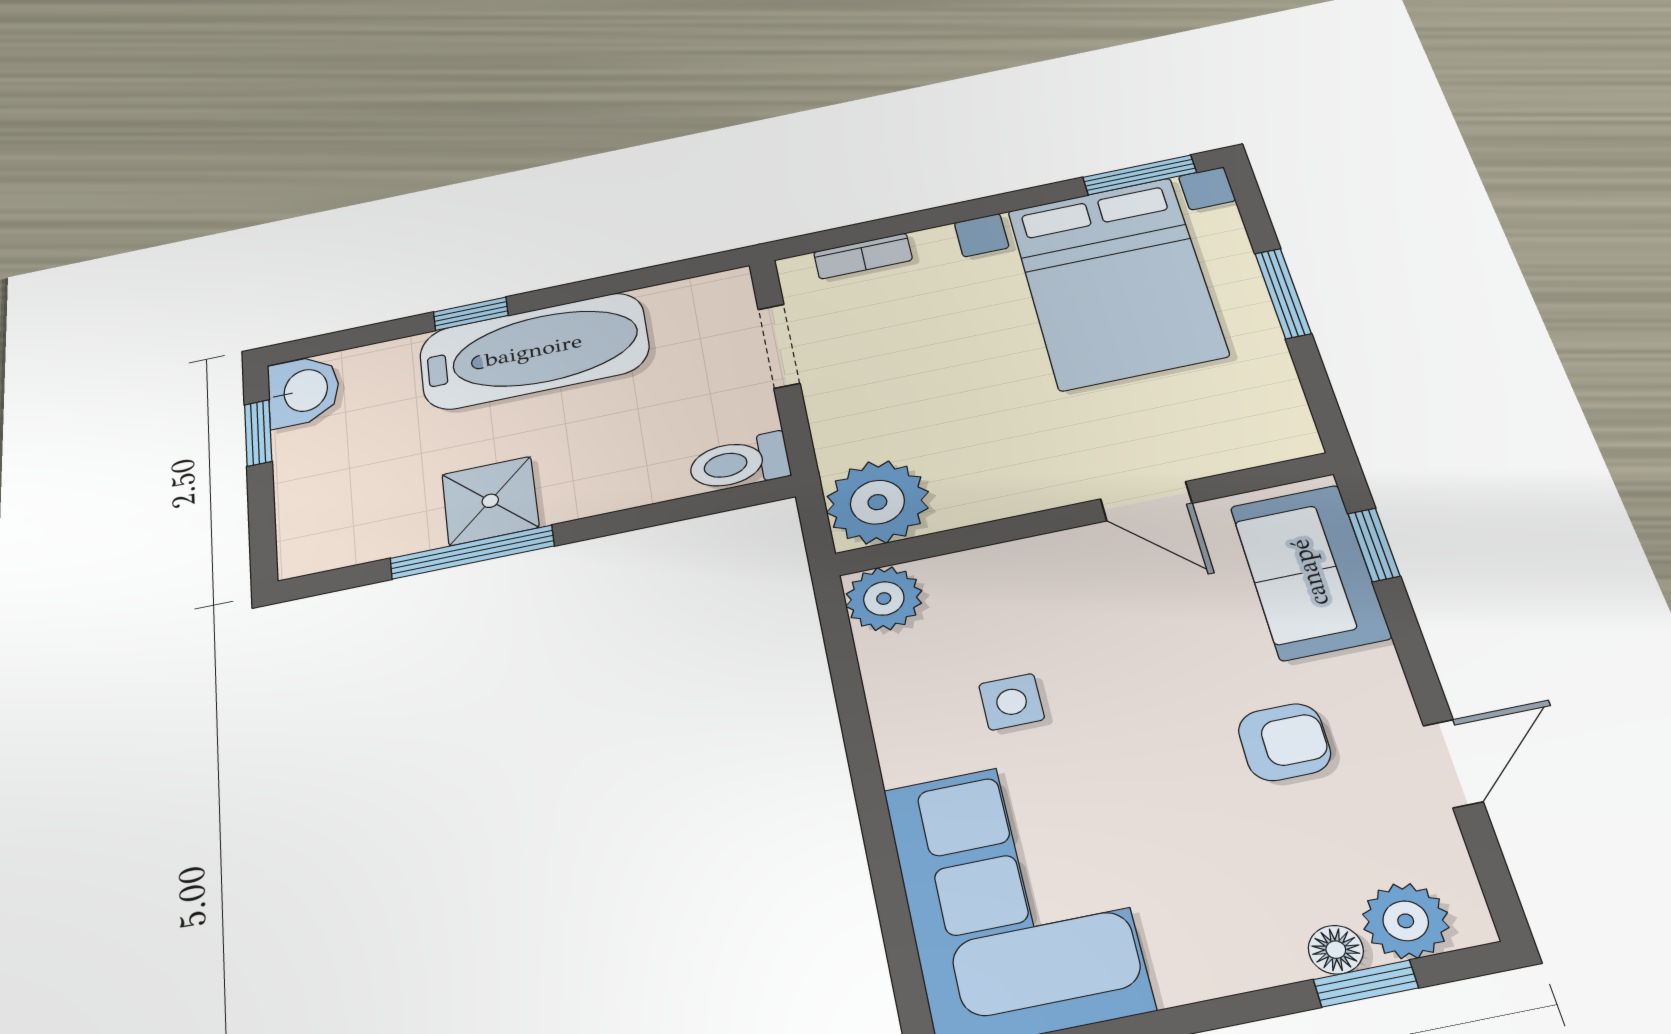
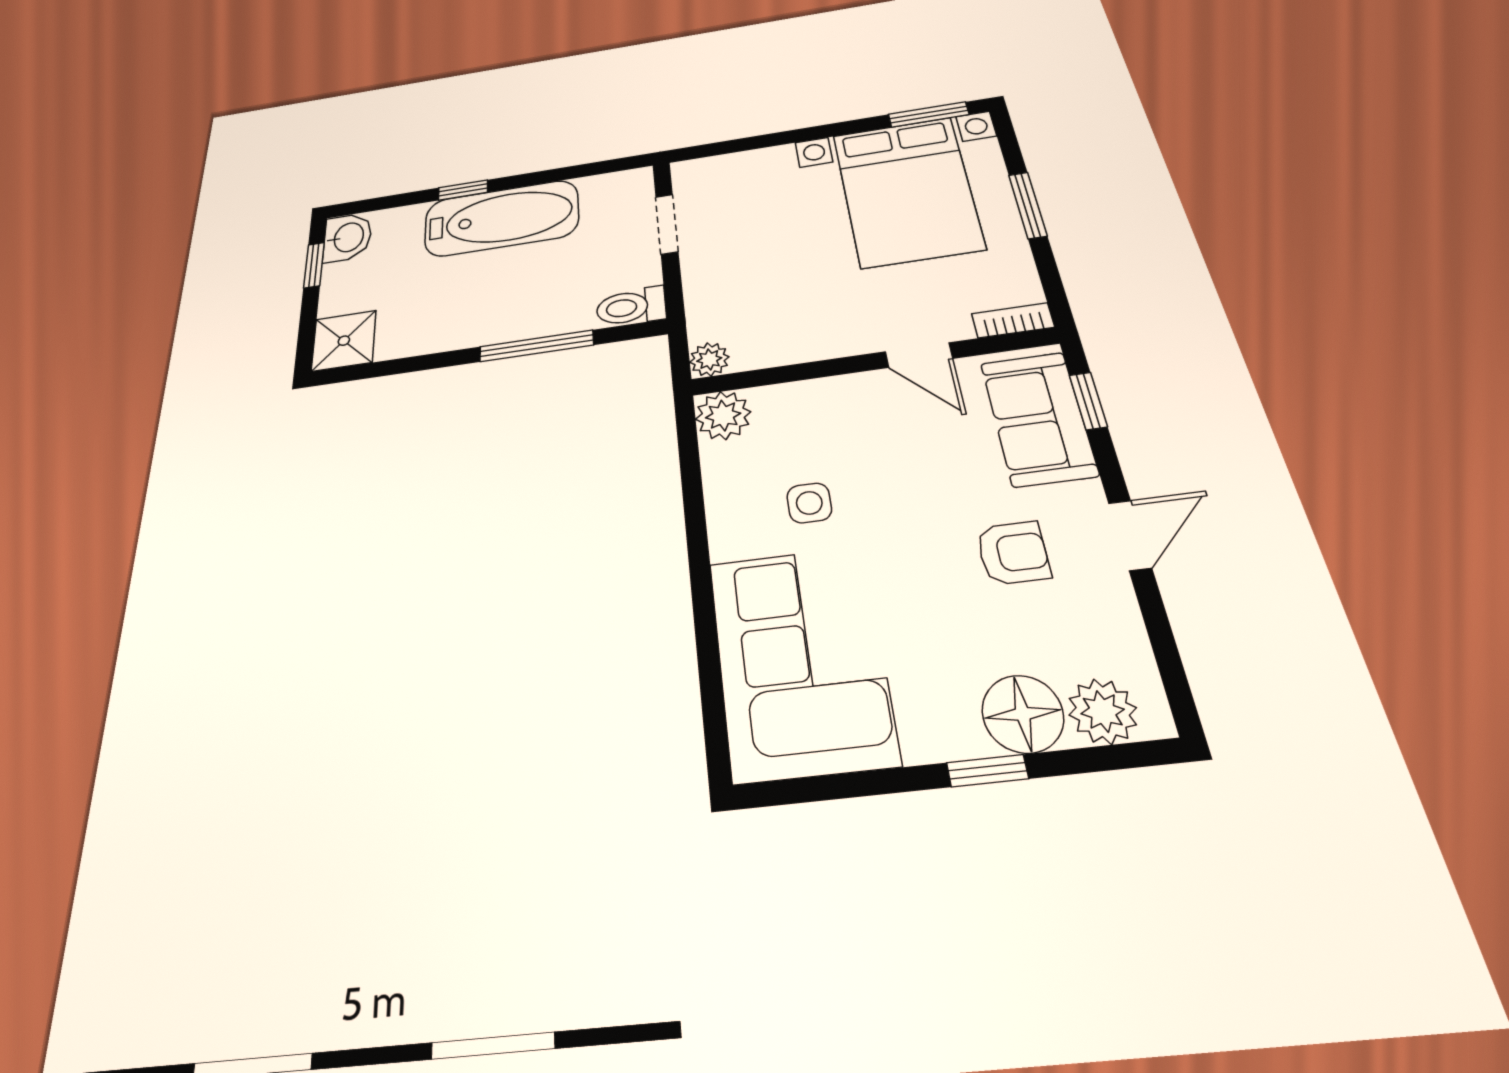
bookcase: (863, 256) -> (1013, 320), moved, turned 180
shower: (490, 501) -> (344, 341), moved
plant: (877, 502) -> (709, 359), width x0.53, depth x0.53
window: (472, 552) -> (536, 346), moved
door: (1453, 763) -> (1130, 535), moved
floor lamp: (1336, 950) -> (1023, 714), width x1.89, depth x1.89
window: (1366, 984) -> (987, 771), moved

